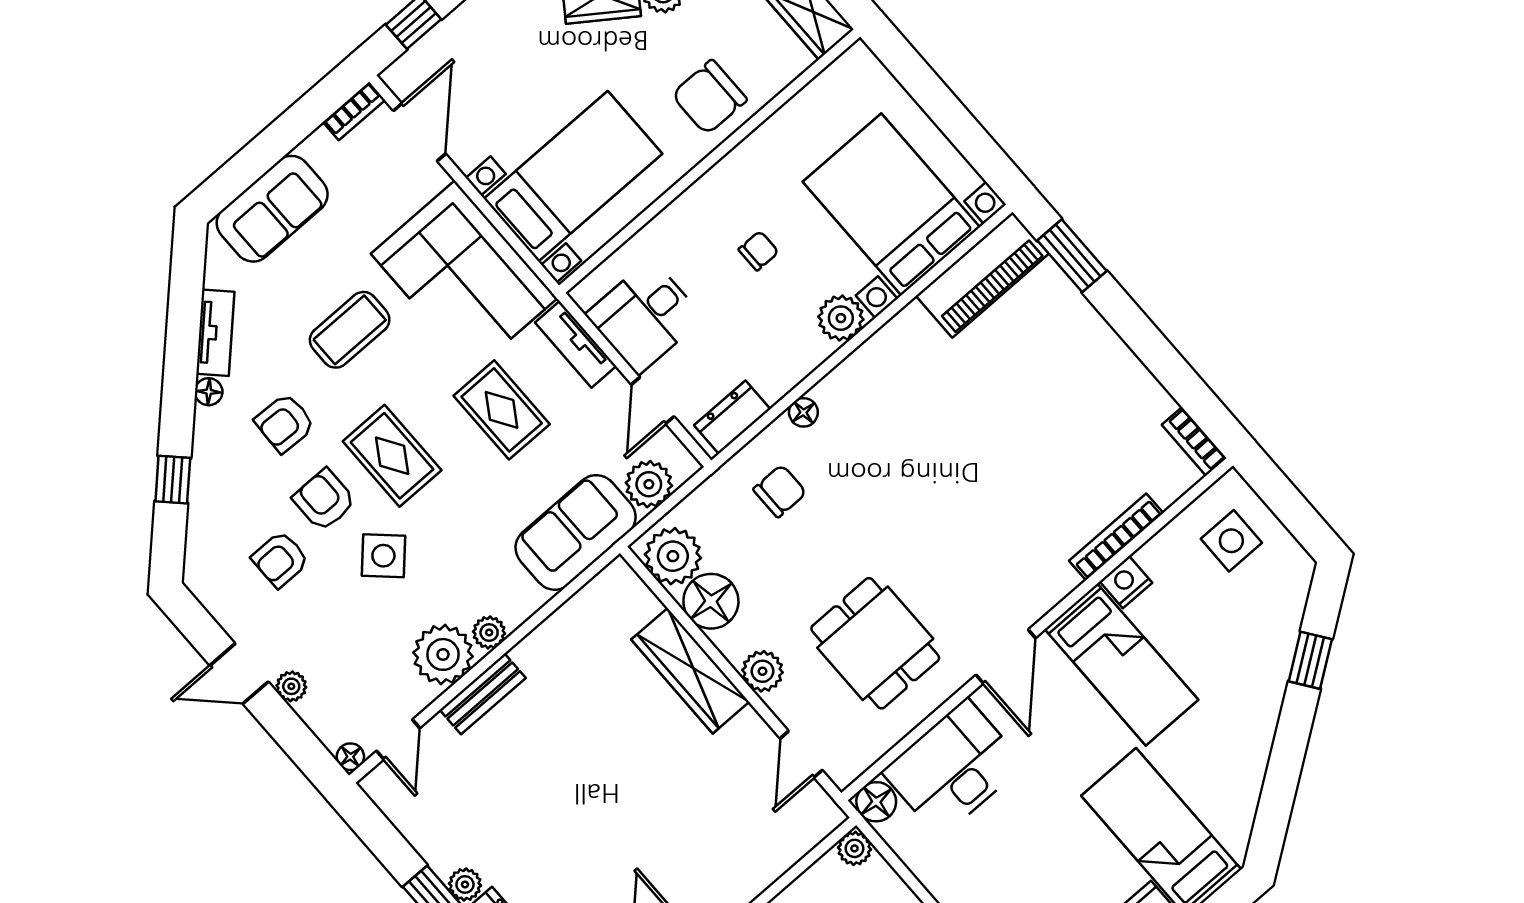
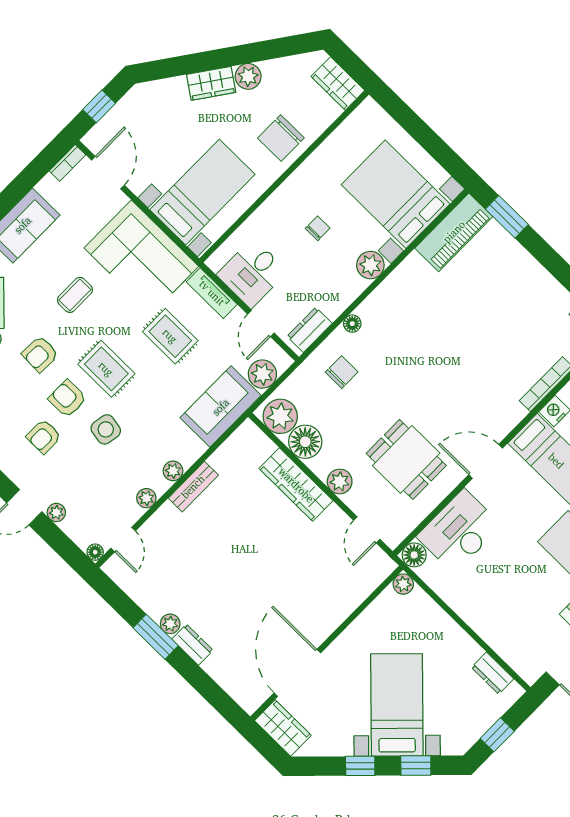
coffee table: (350, 330) -> (75, 295), width x0.73, depth x0.77
side table: (383, 556) -> (106, 429), turned -33
plant: (443, 654) -> (146, 498), width x0.53, depth x0.53
door: (1006, 657) -> (486, 461), swing flipped
bench: (483, 694) -> (193, 487), moved

